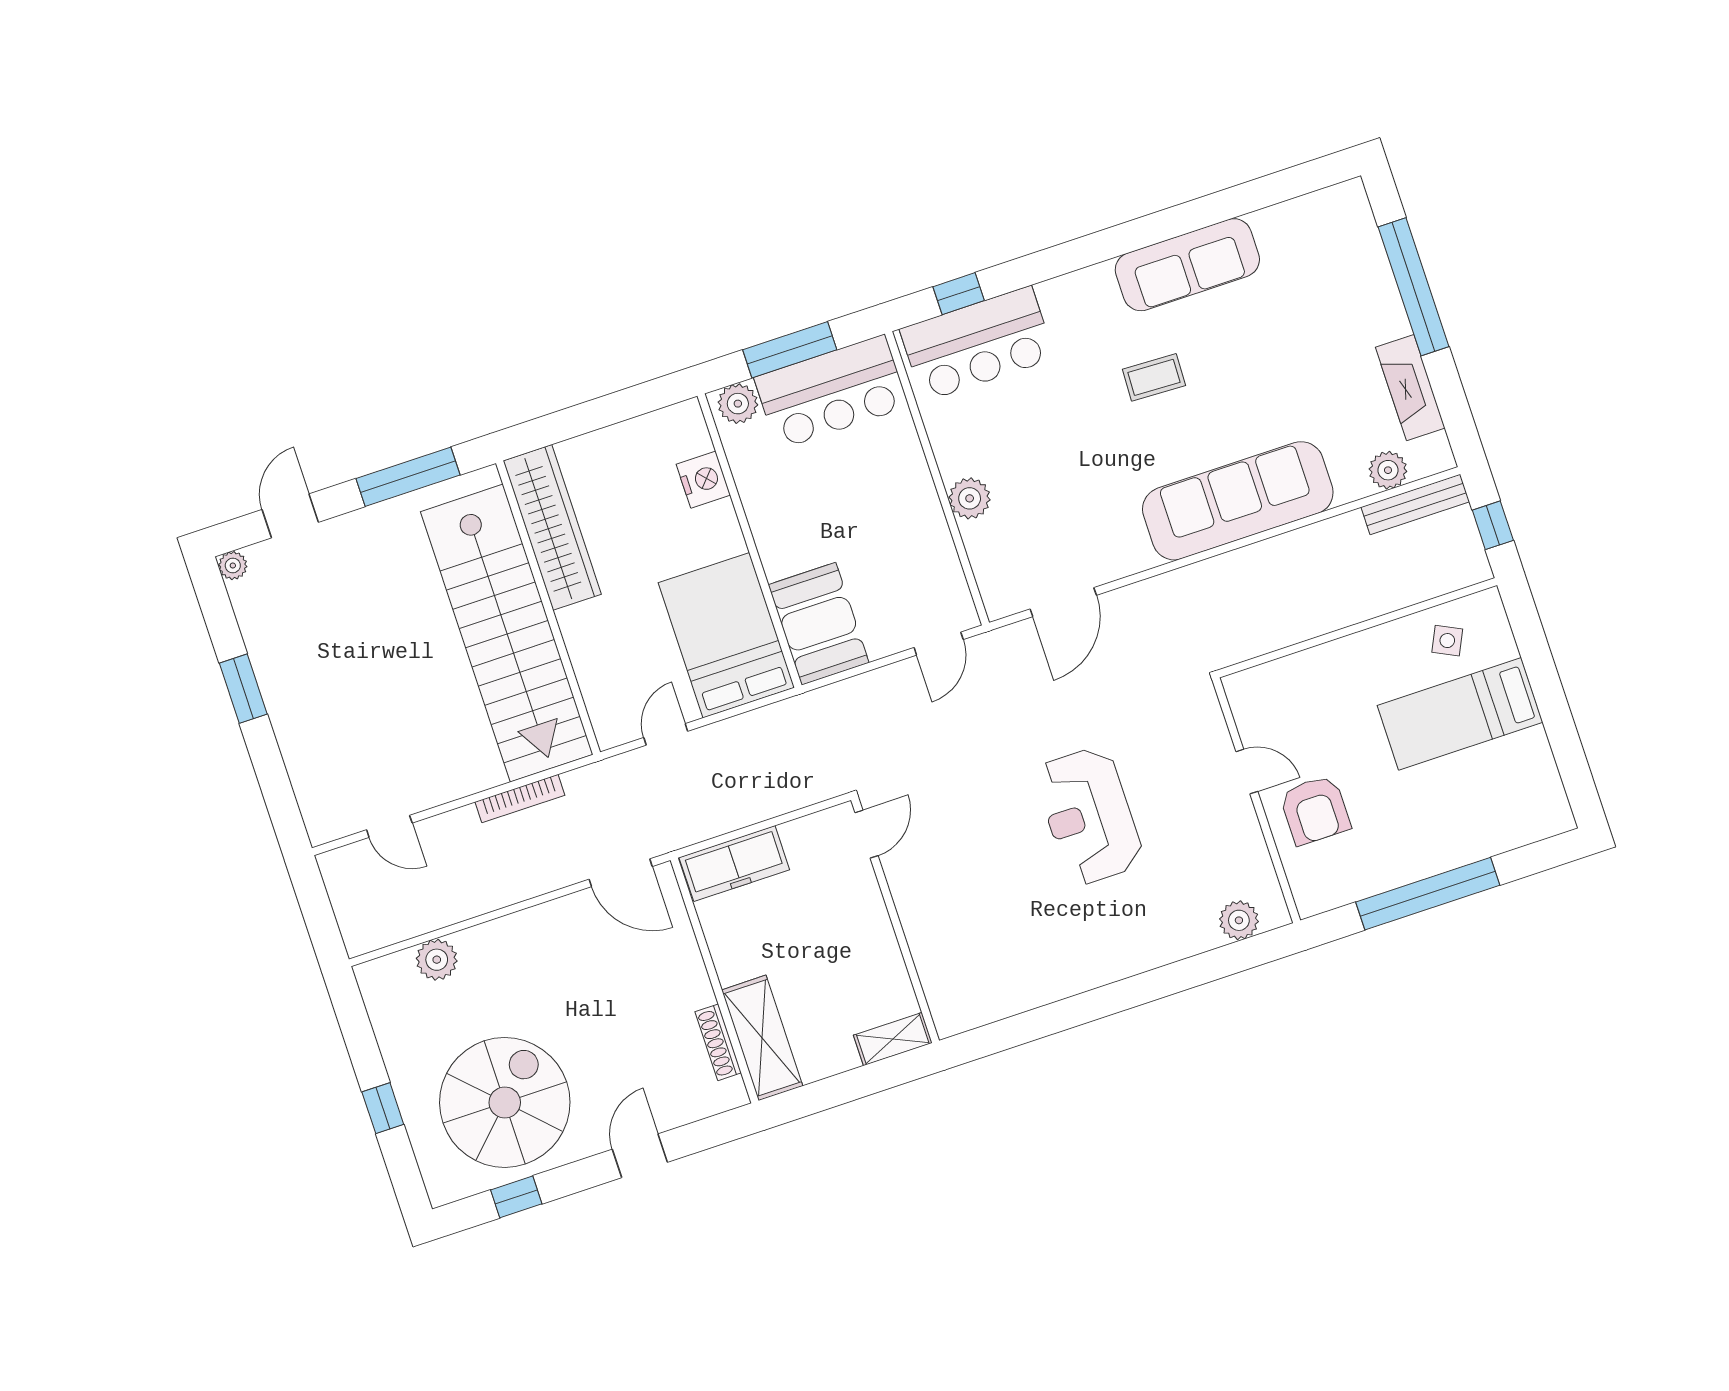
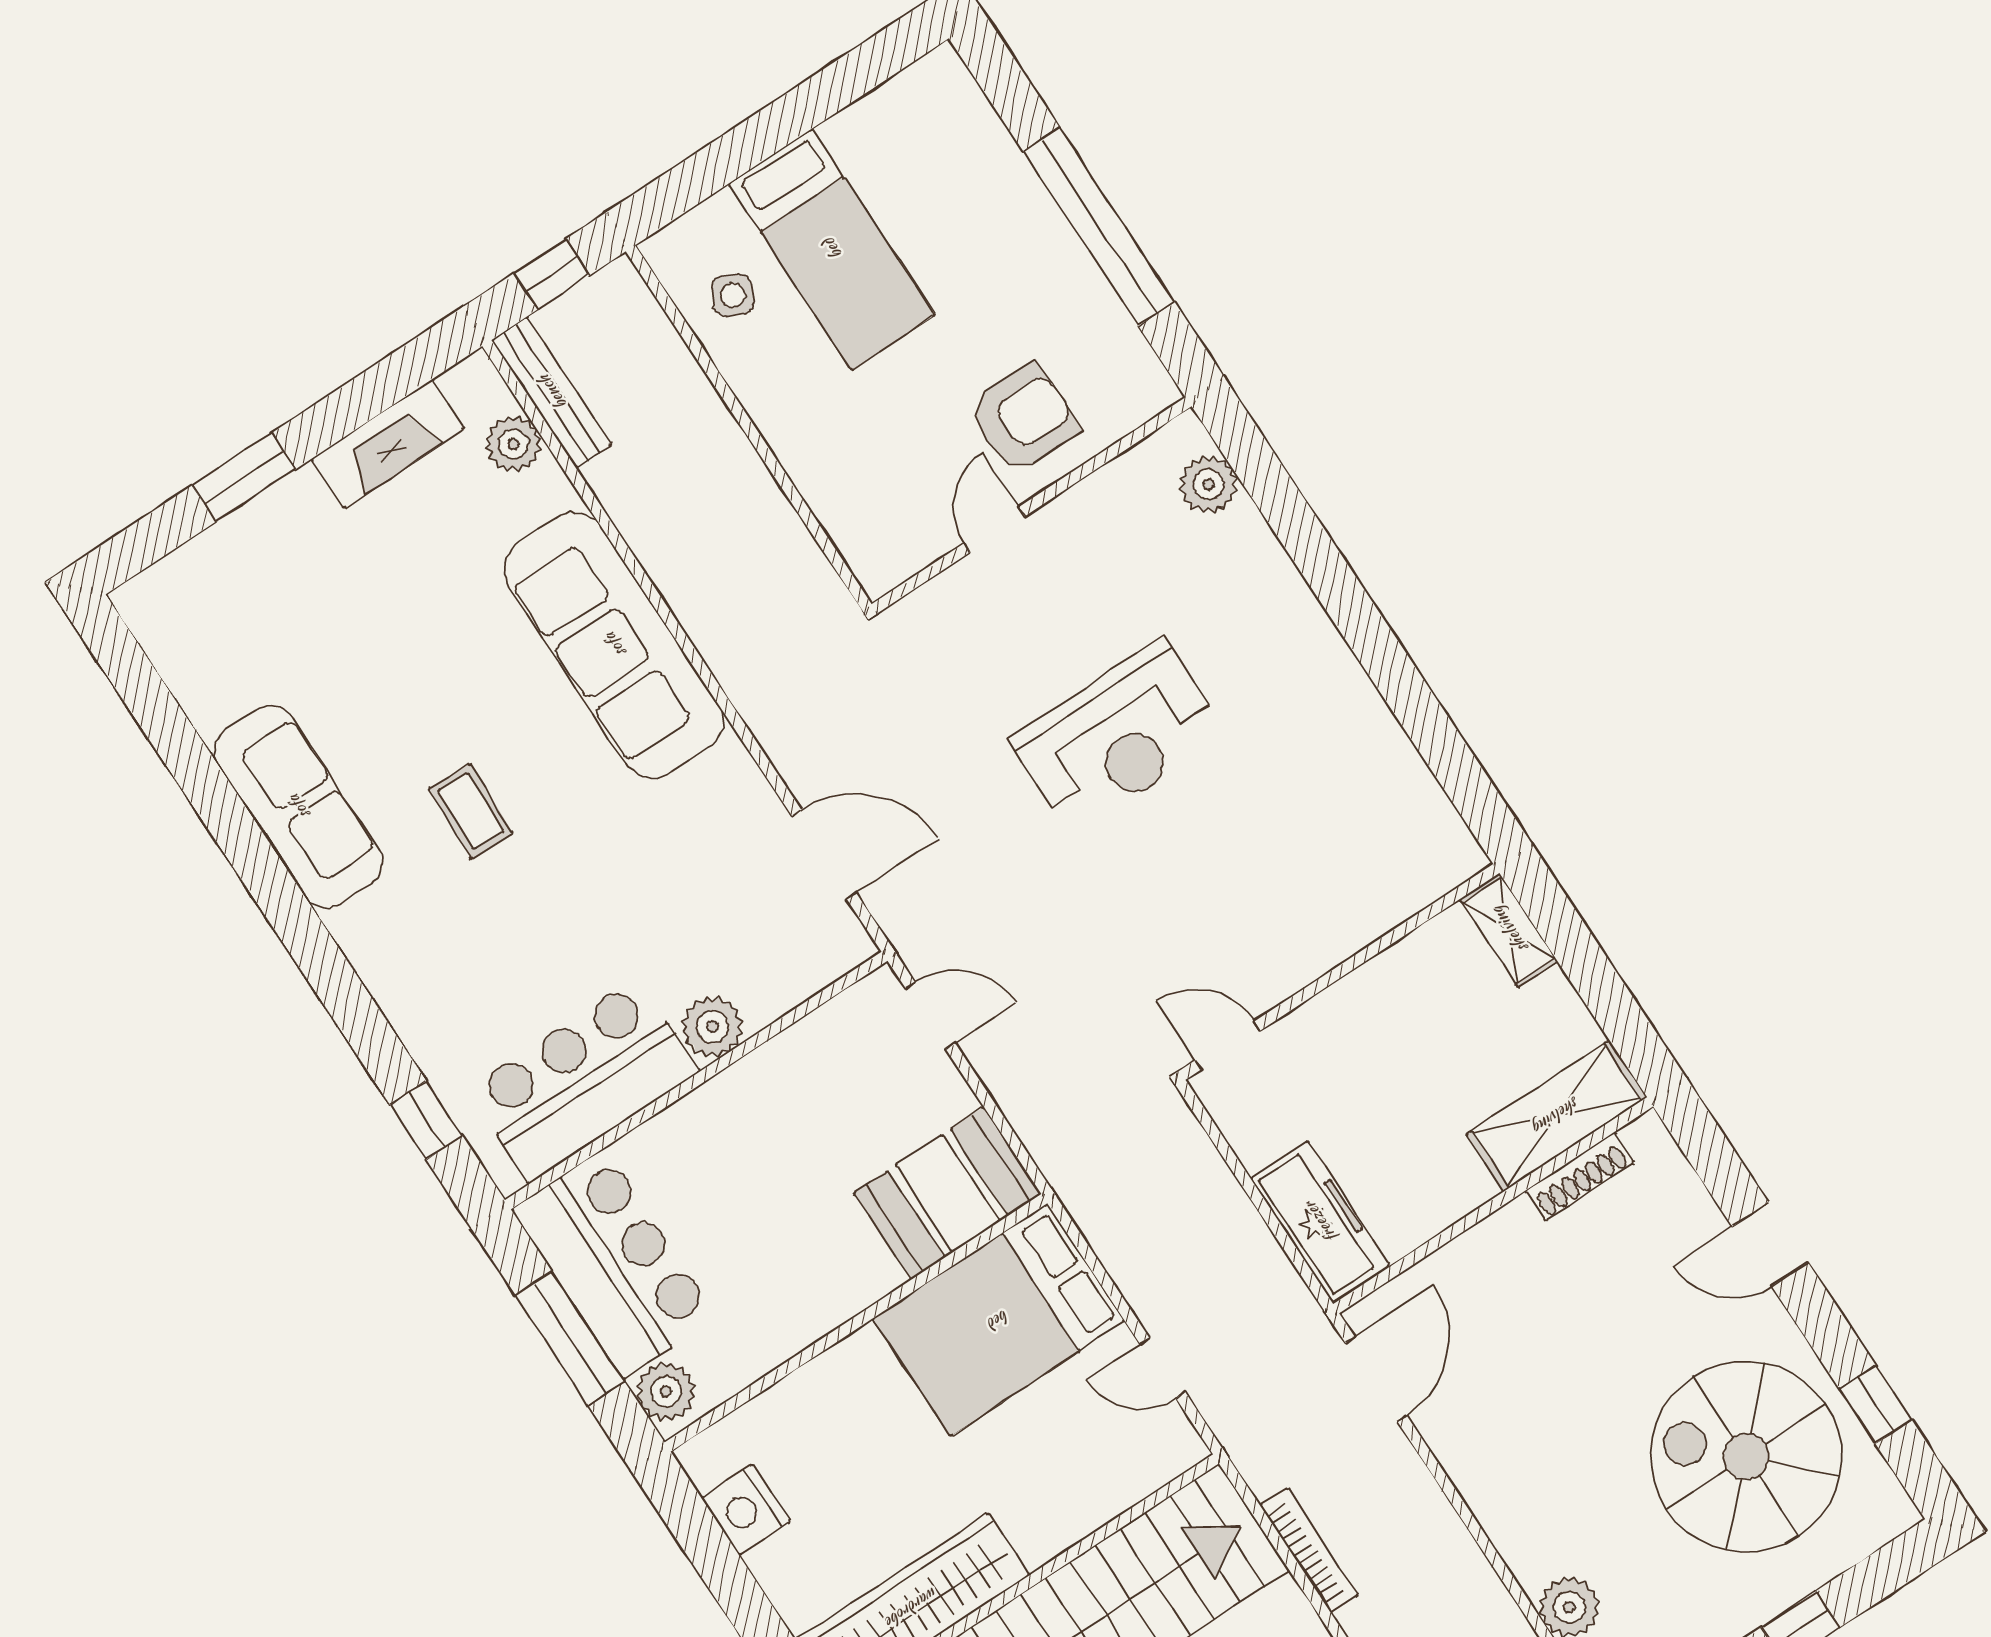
window: (1414, 287) -> (244, 477), width x0.47
bar counter: (977, 344) -> (583, 1080), moved, turned -90
nightstand: (703, 480) -> (746, 1510), moved, turned -90

